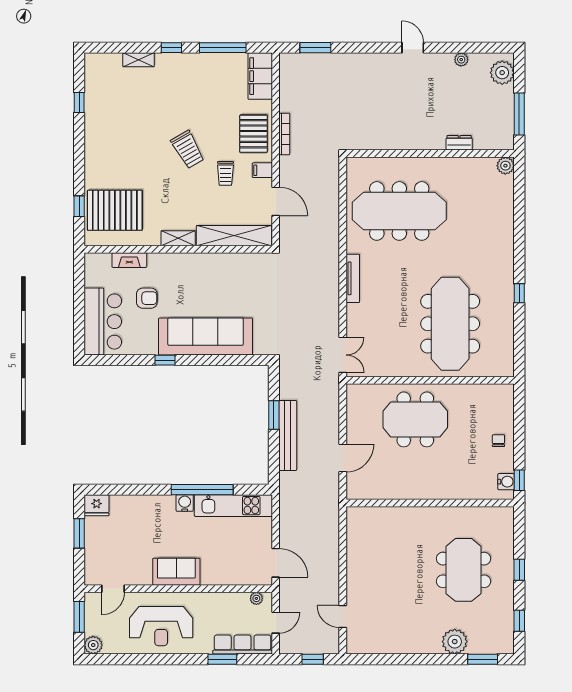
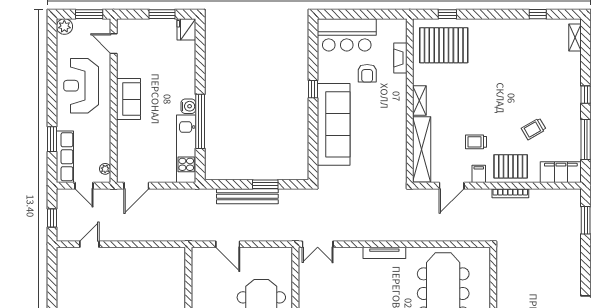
shelving: (139, 60) -> (575, 37), moved
trolley: (188, 149) -> (534, 129), moved, width x0.73, depth x0.72
pallet: (115, 210) -> (444, 45), turned 90

